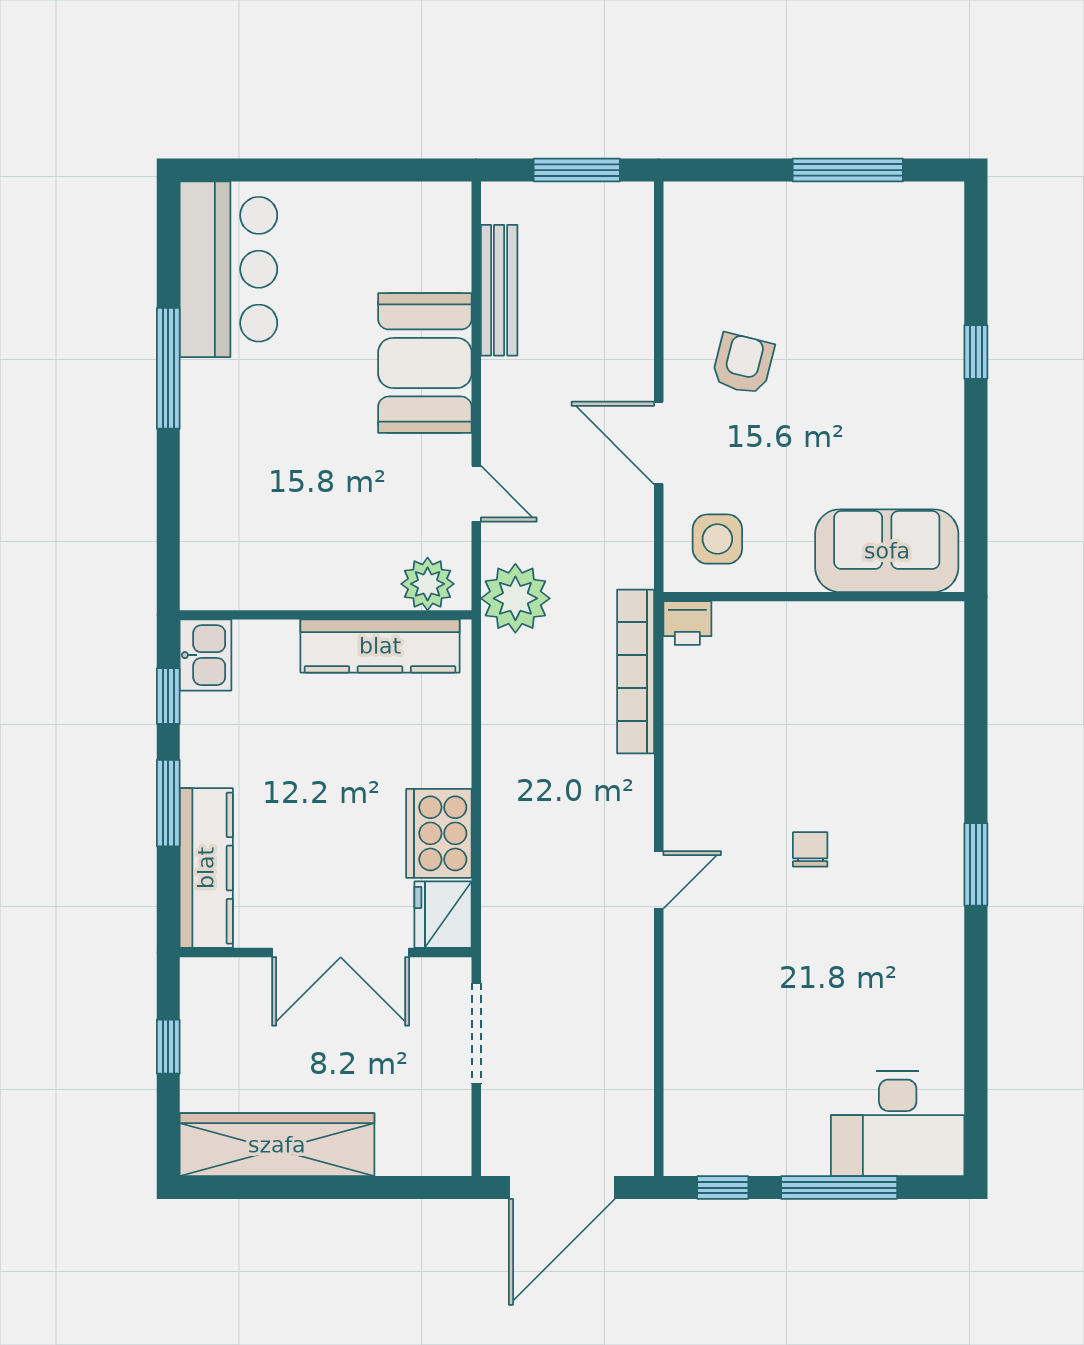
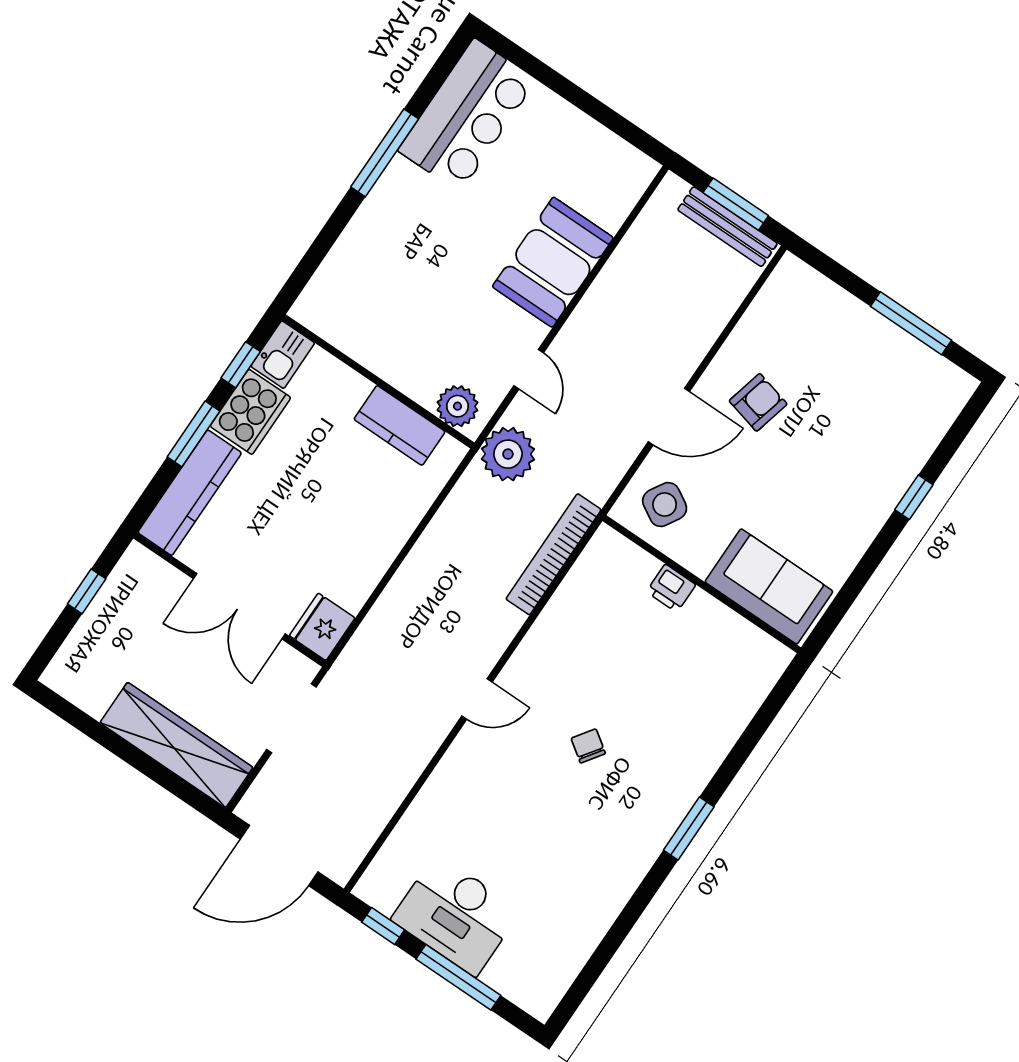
bench: (499, 290) -> (728, 227), moved, turned 90
door: (659, 443) -> (669, 417), swing flipped
side table: (717, 539) -> (665, 505), turned 30
printer: (687, 623) -> (671, 588), moved
kitchen counter: (380, 646) -> (400, 425), width x0.67
cooker: (439, 833) -> (250, 412), moved, turned 180
chair: (810, 849) -> (588, 746), turned -55
desk: (898, 1124) -> (456, 915), moved
wardrobe: (277, 1145) -> (176, 745), moved

